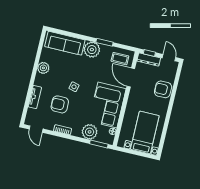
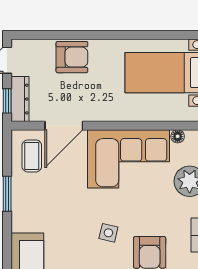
plant: (92, 50) -> (27, 215), removed
armchair: (163, 89) -> (72, 57), turned -90

